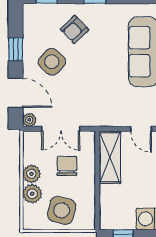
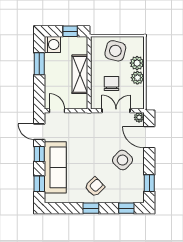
armchair: (75, 29) -> (95, 187), moved
window: (16, 49) -> (149, 183), moved
shelving: (110, 157) -> (80, 74), moved
chair: (67, 166) -> (111, 83), turned 180

